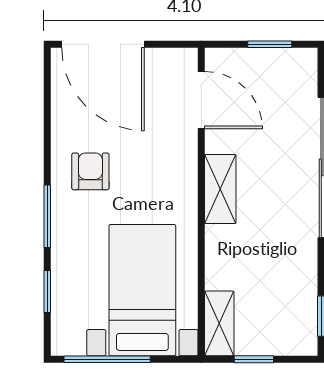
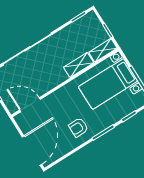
door: (201, 100) -> (30, 105), hinge flipped
shelving: (220, 189) -> (79, 65), moved

